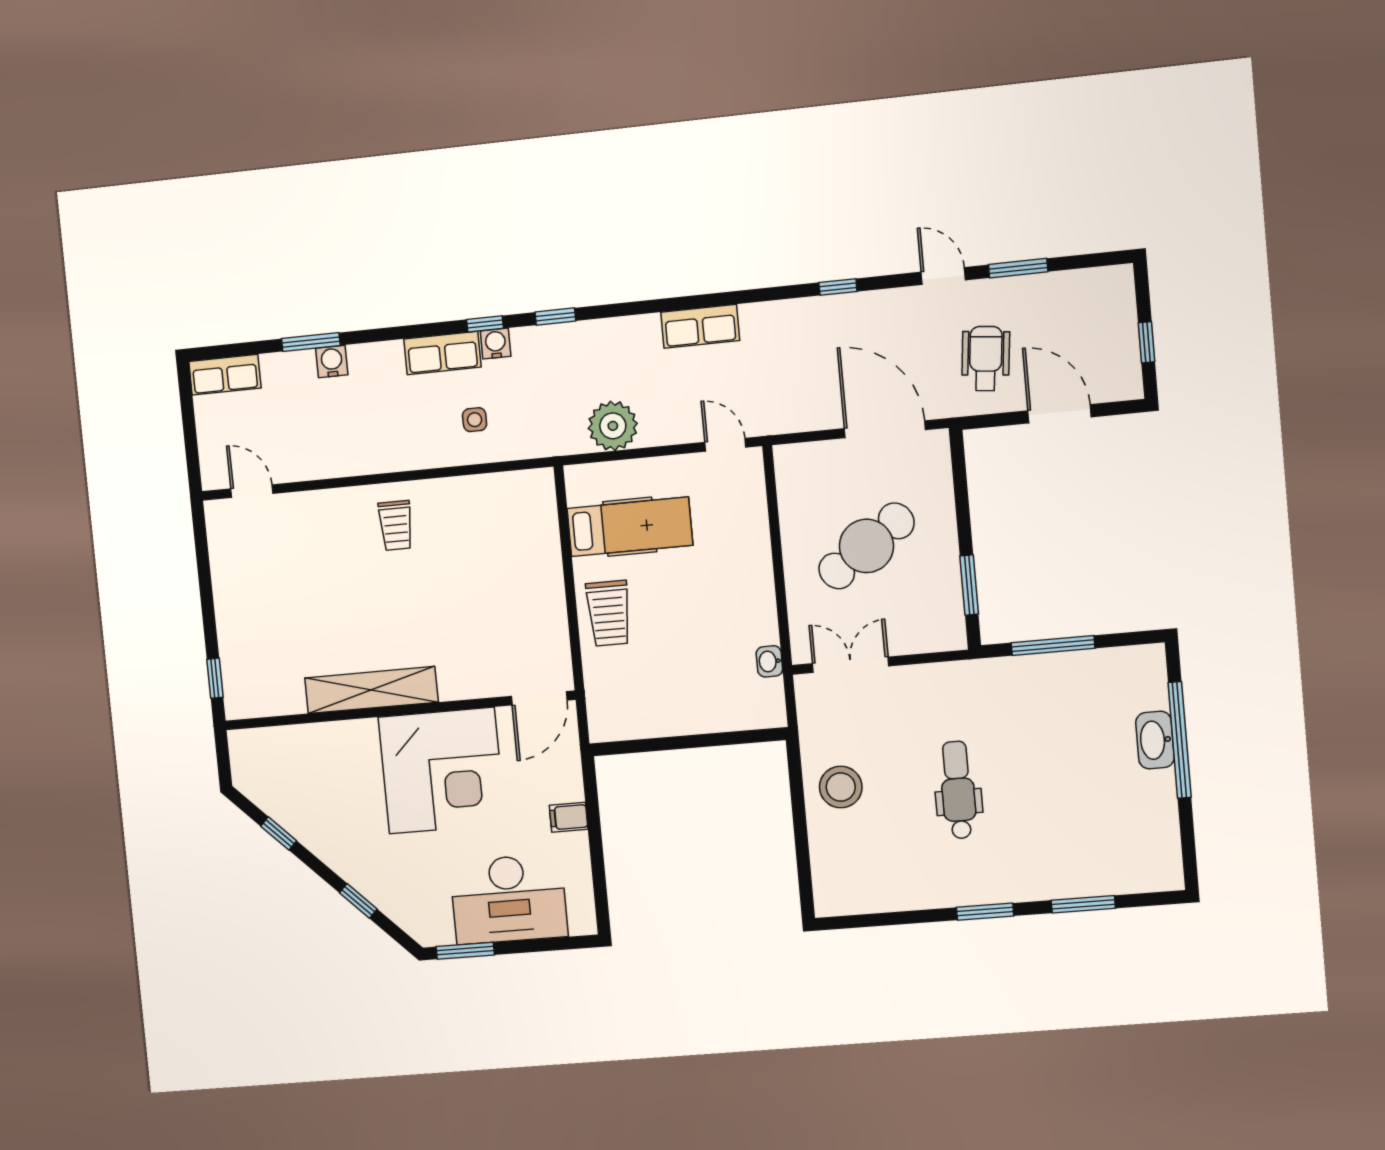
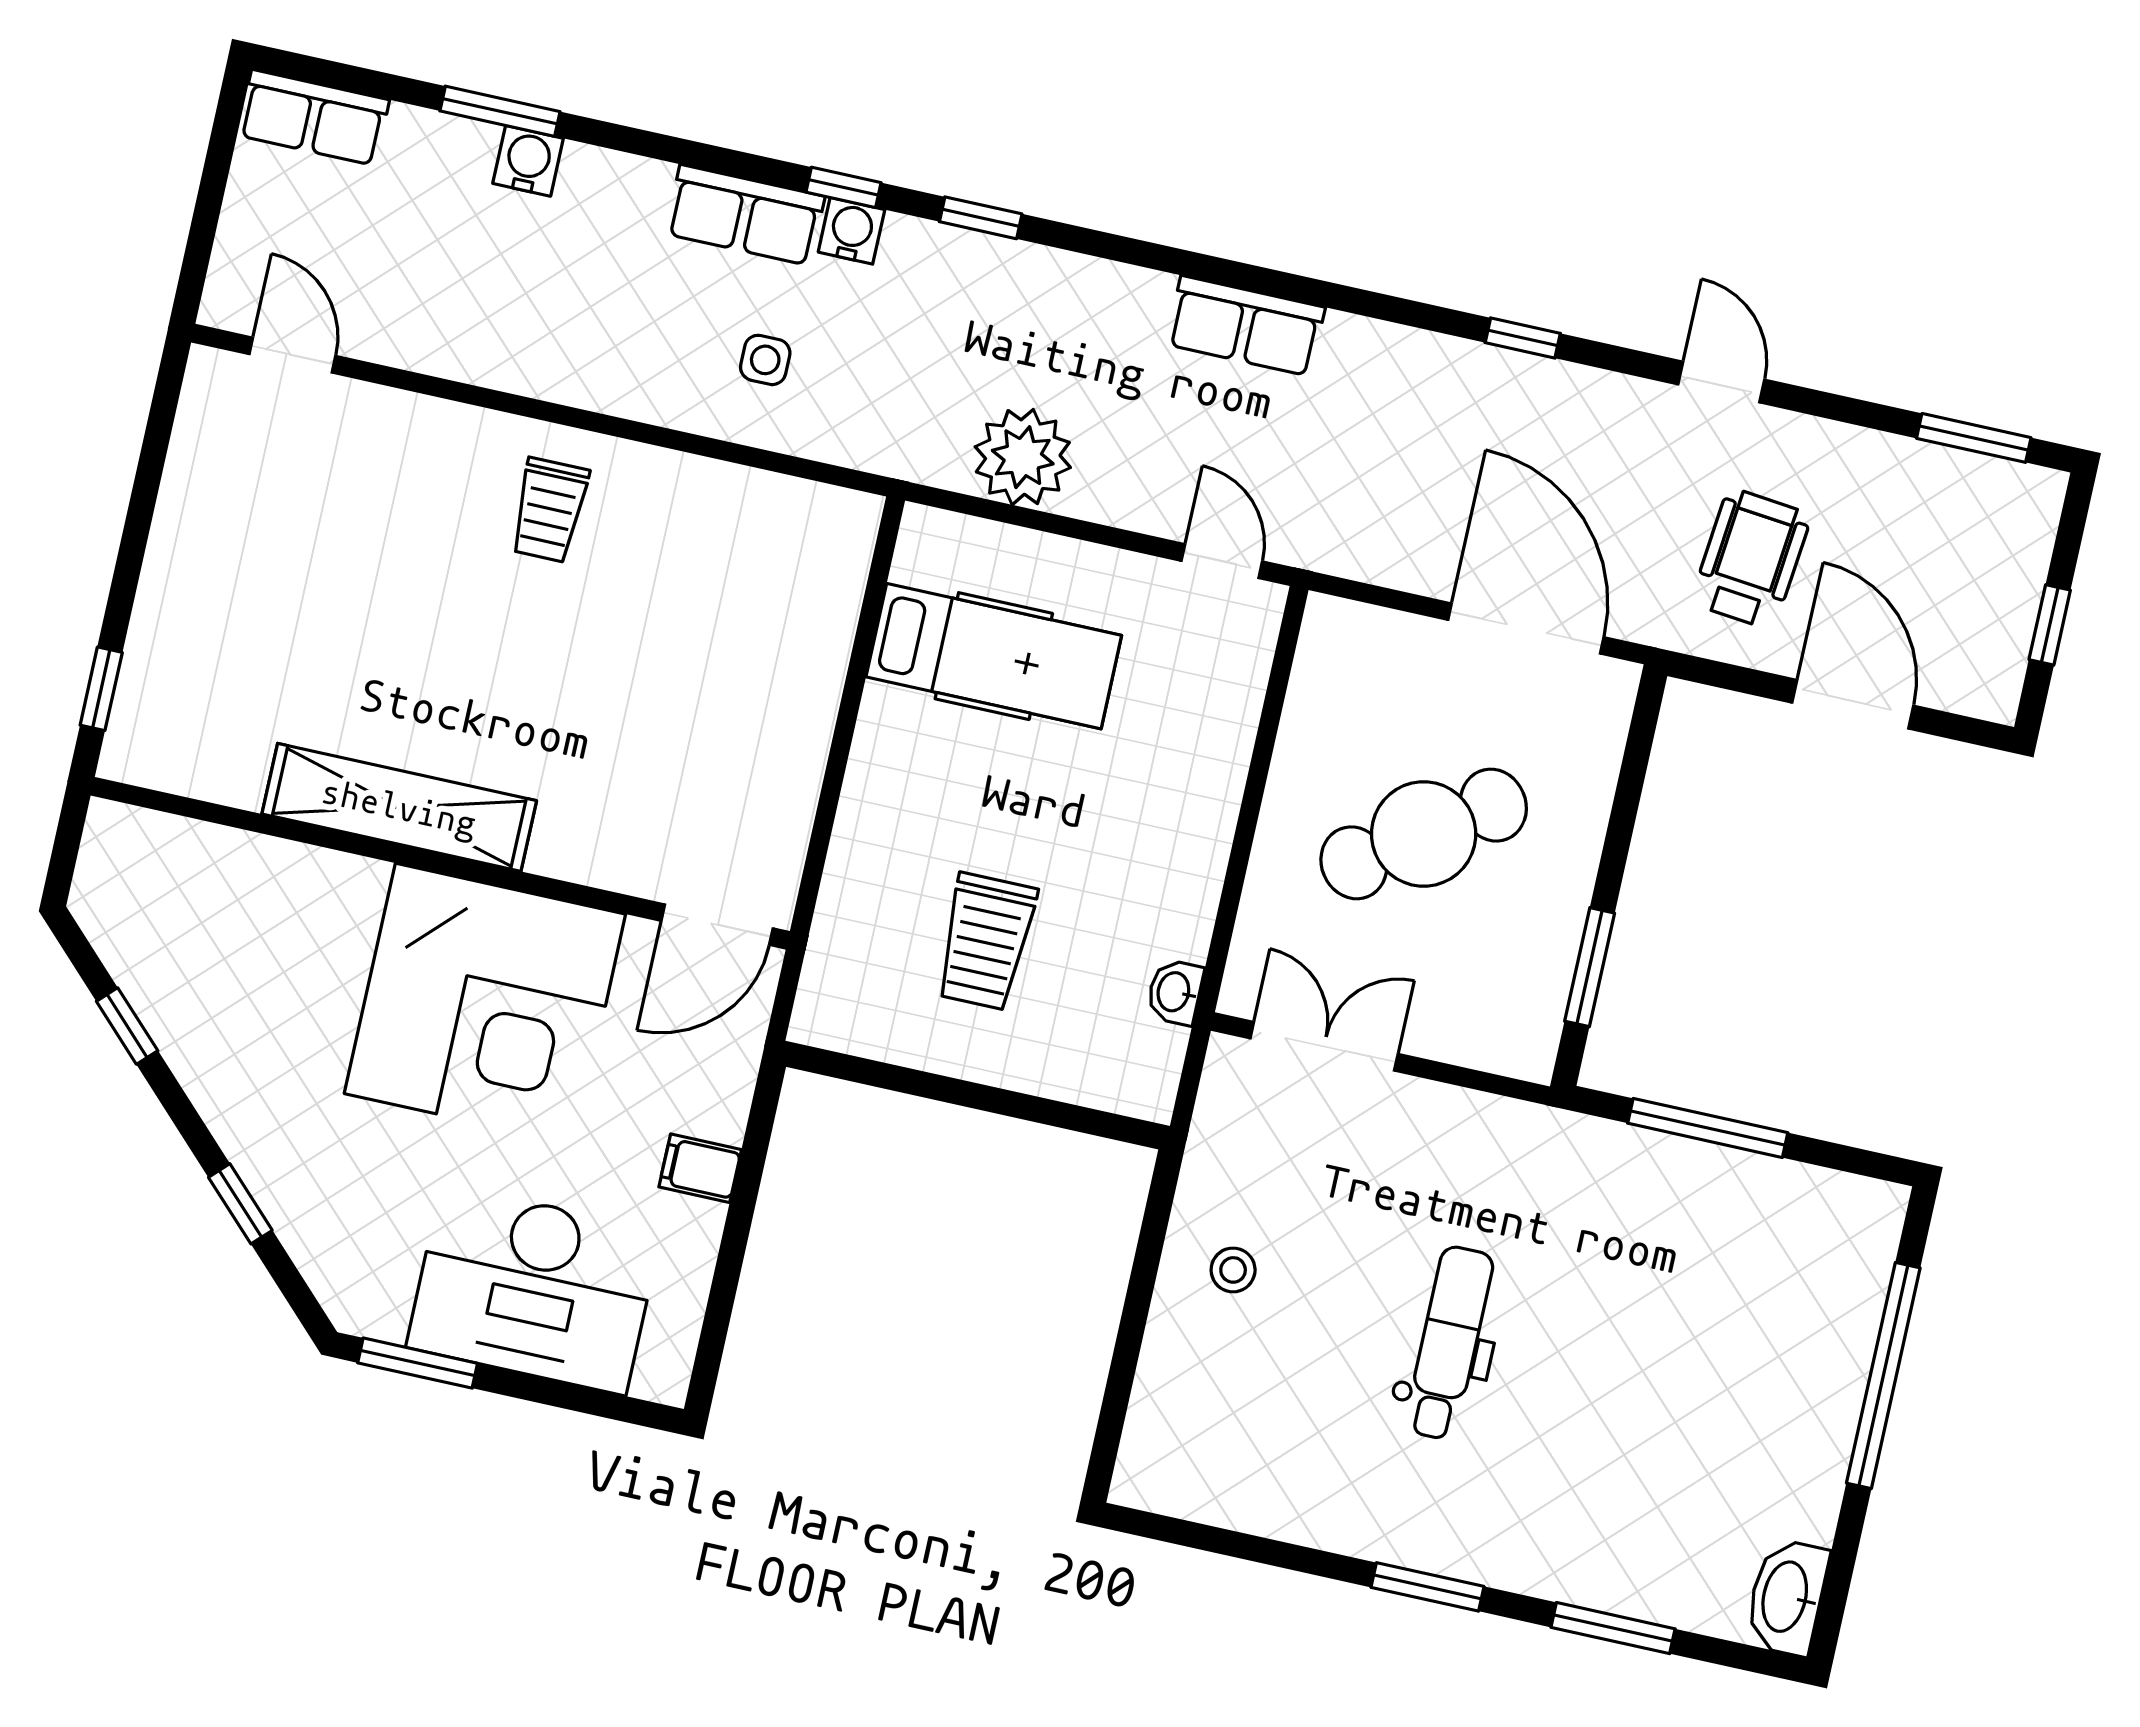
window: (1018, 268) -> (1974, 438), moved
trolley: (609, 613) -> (986, 942), moved
washbasin: (1155, 740) -> (1787, 1597), moved
stool: (841, 787) -> (1233, 1270), width x0.53, depth x0.53

